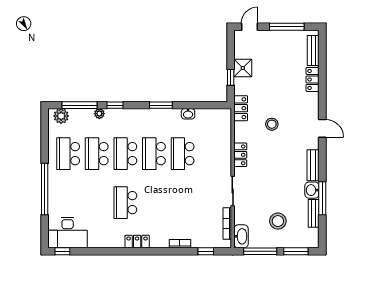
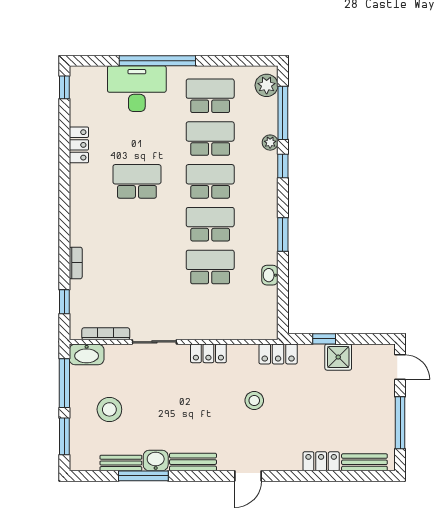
desk: (68, 232) -> (137, 89), moved, turned 90
locker: (137, 241) -> (79, 145), moved

